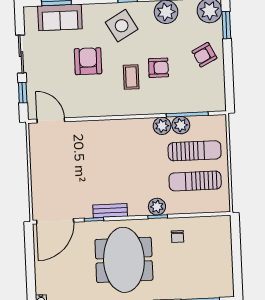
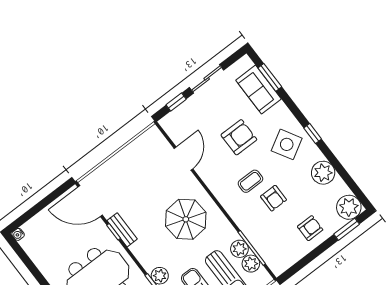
armchair: (204, 55) -> (310, 228), turned 117
door: (51, 120) -> (183, 159), moved
plant: (162, 126) -> (251, 264), moved
parasol: (125, 153) -> (186, 219), added
bench: (110, 211) -> (122, 230), moved

